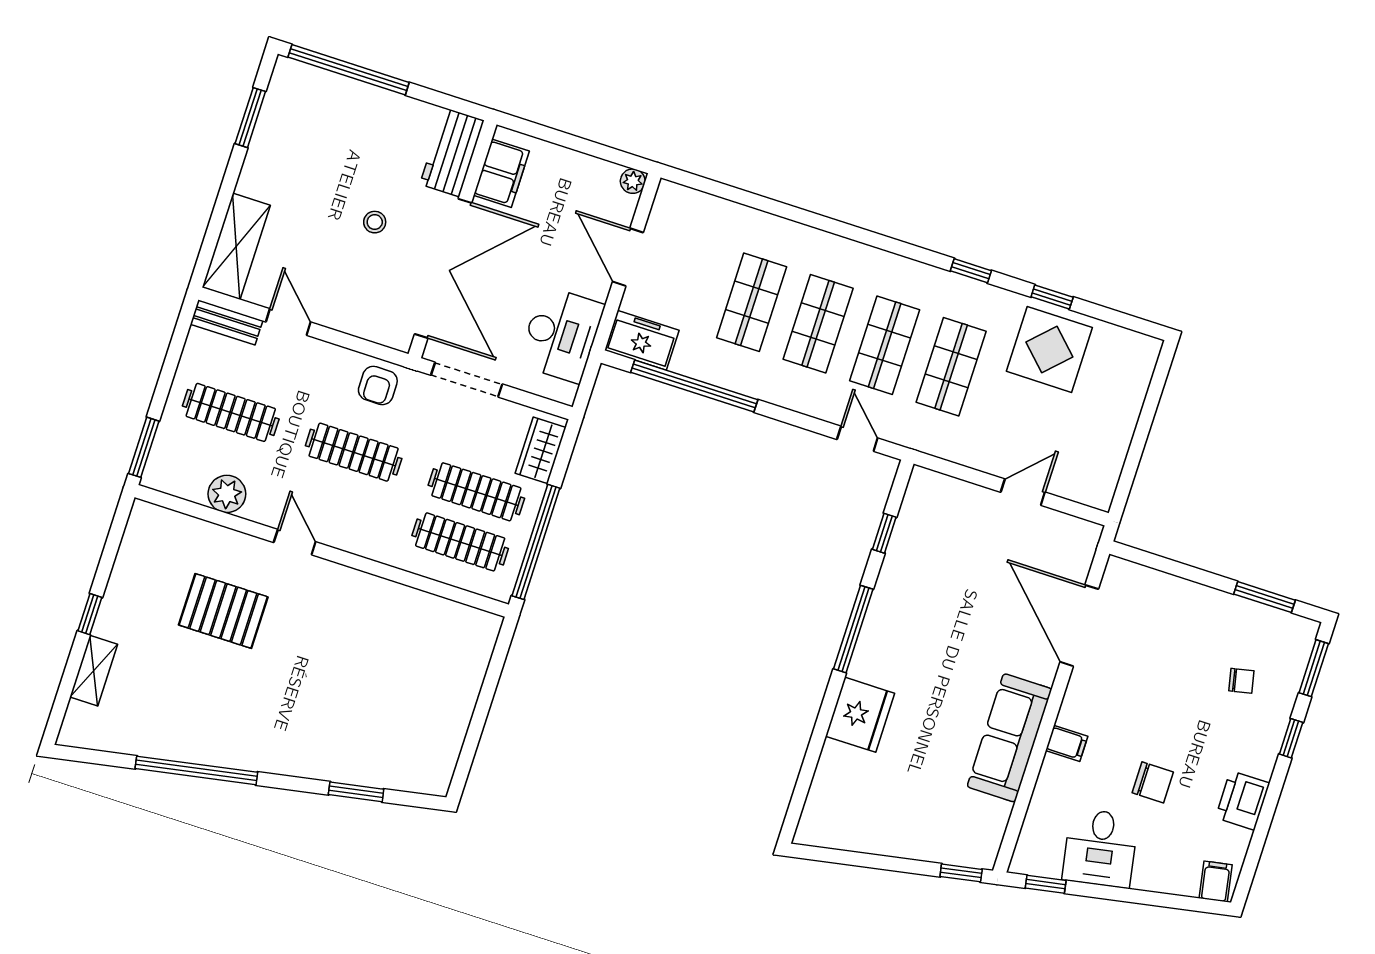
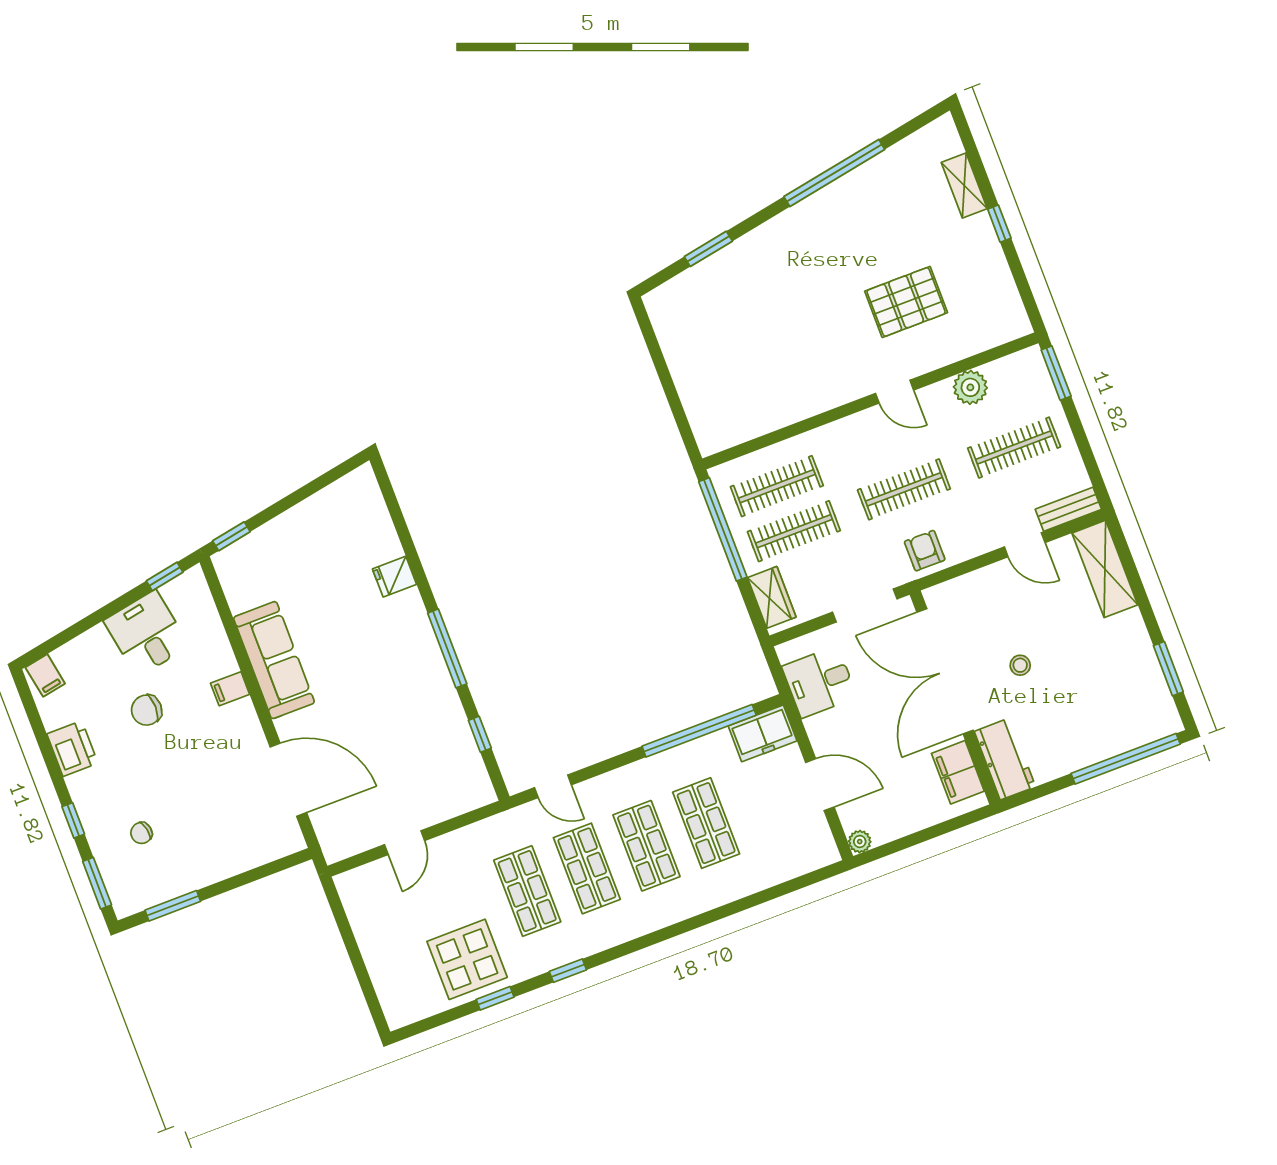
desk: (561, 335) -> (819, 682), width x0.73
fridge: (860, 715) -> (394, 577), width x0.53, depth x0.75

